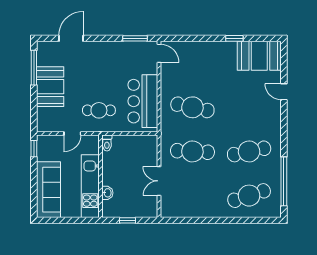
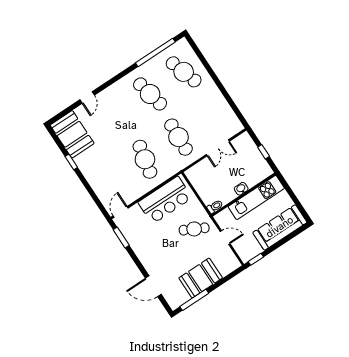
cafe table: (99, 110) -> (194, 229), turned -63
washbasin: (107, 193) -> (241, 189), moved

